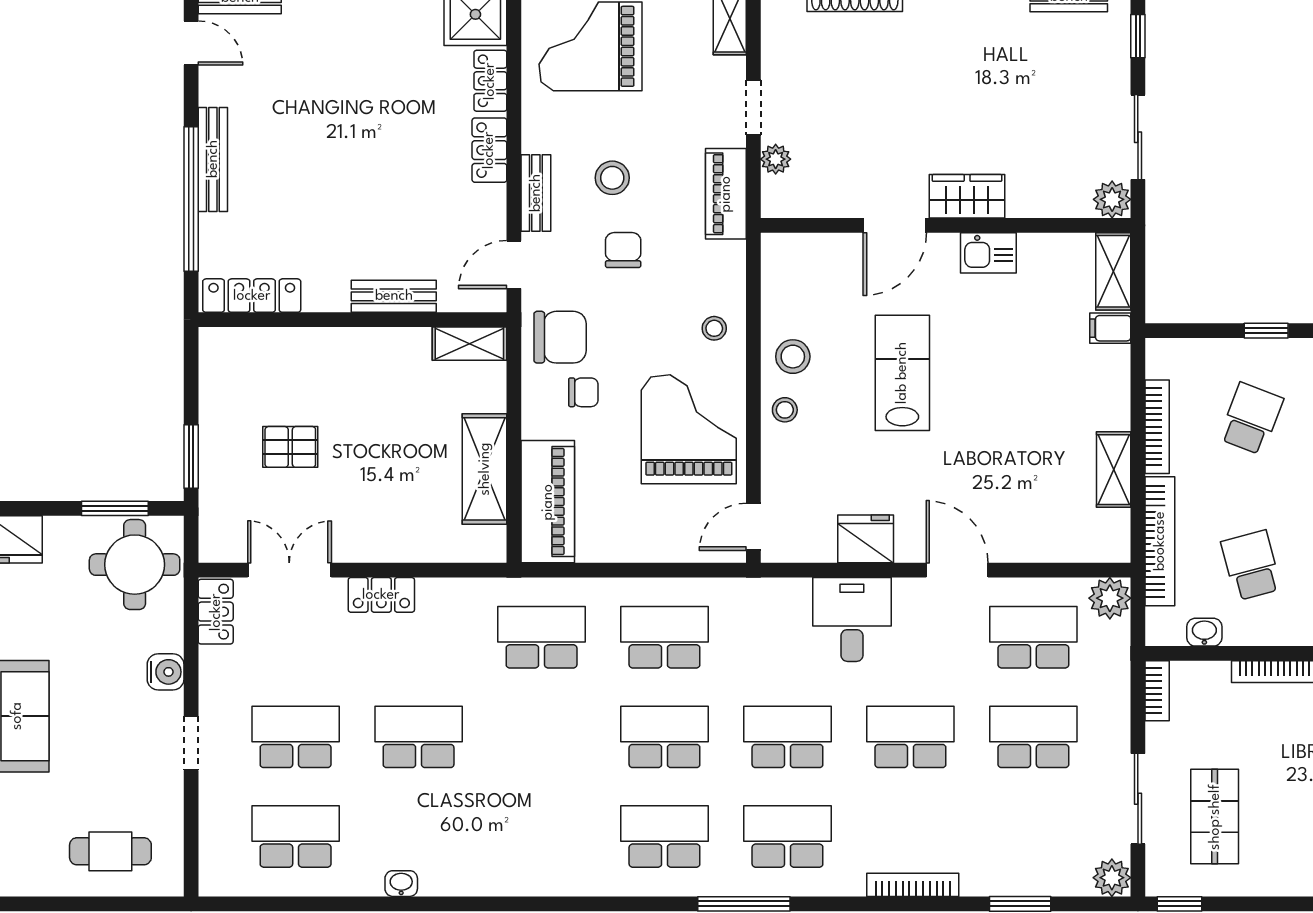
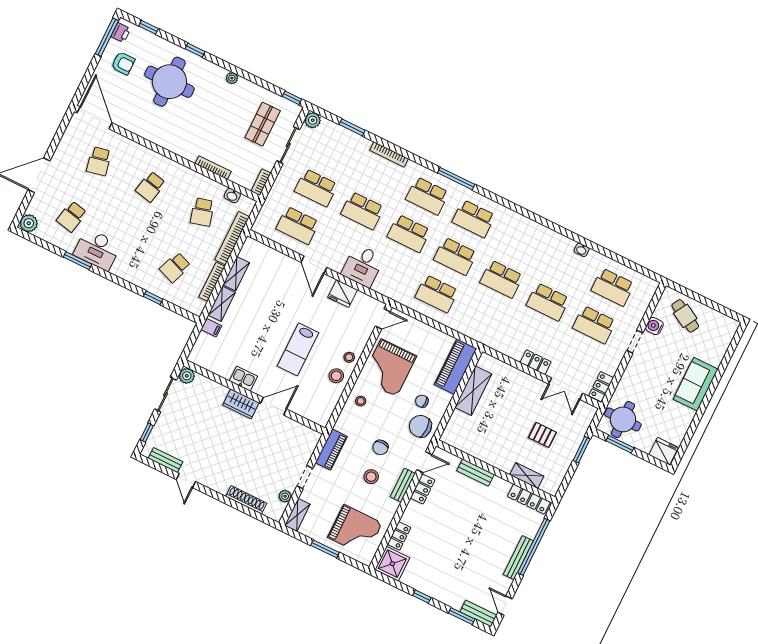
locker: (489, 150) -> (423, 489), moved
plant: (776, 159) -> (285, 496), moved
shelving: (1113, 271) -> (222, 304), moved
shelving: (469, 344) -> (527, 476), moved
plant: (1110, 598) -> (262, 226), removed
school desk: (542, 637) -> (502, 279), moved
water cooler: (166, 672) -> (654, 326), moved
cafe table: (110, 851) -> (685, 316), turned 30

